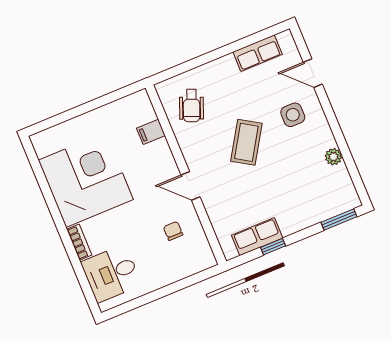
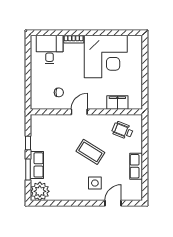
row of seats: (258, 53) -> (136, 166), moved
filing cabinet: (151, 132) -> (117, 102), width x2.00
plant: (333, 157) -> (40, 191), moved, width x1.88, depth x1.88
window: (339, 219) -> (28, 169), moved
row of seats: (257, 237) -> (37, 165), moved

